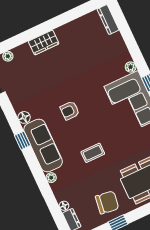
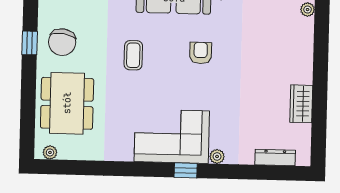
dresser: (108, 20) -> (275, 158), moved
wardrobe: (44, 43) -> (301, 104), moved

